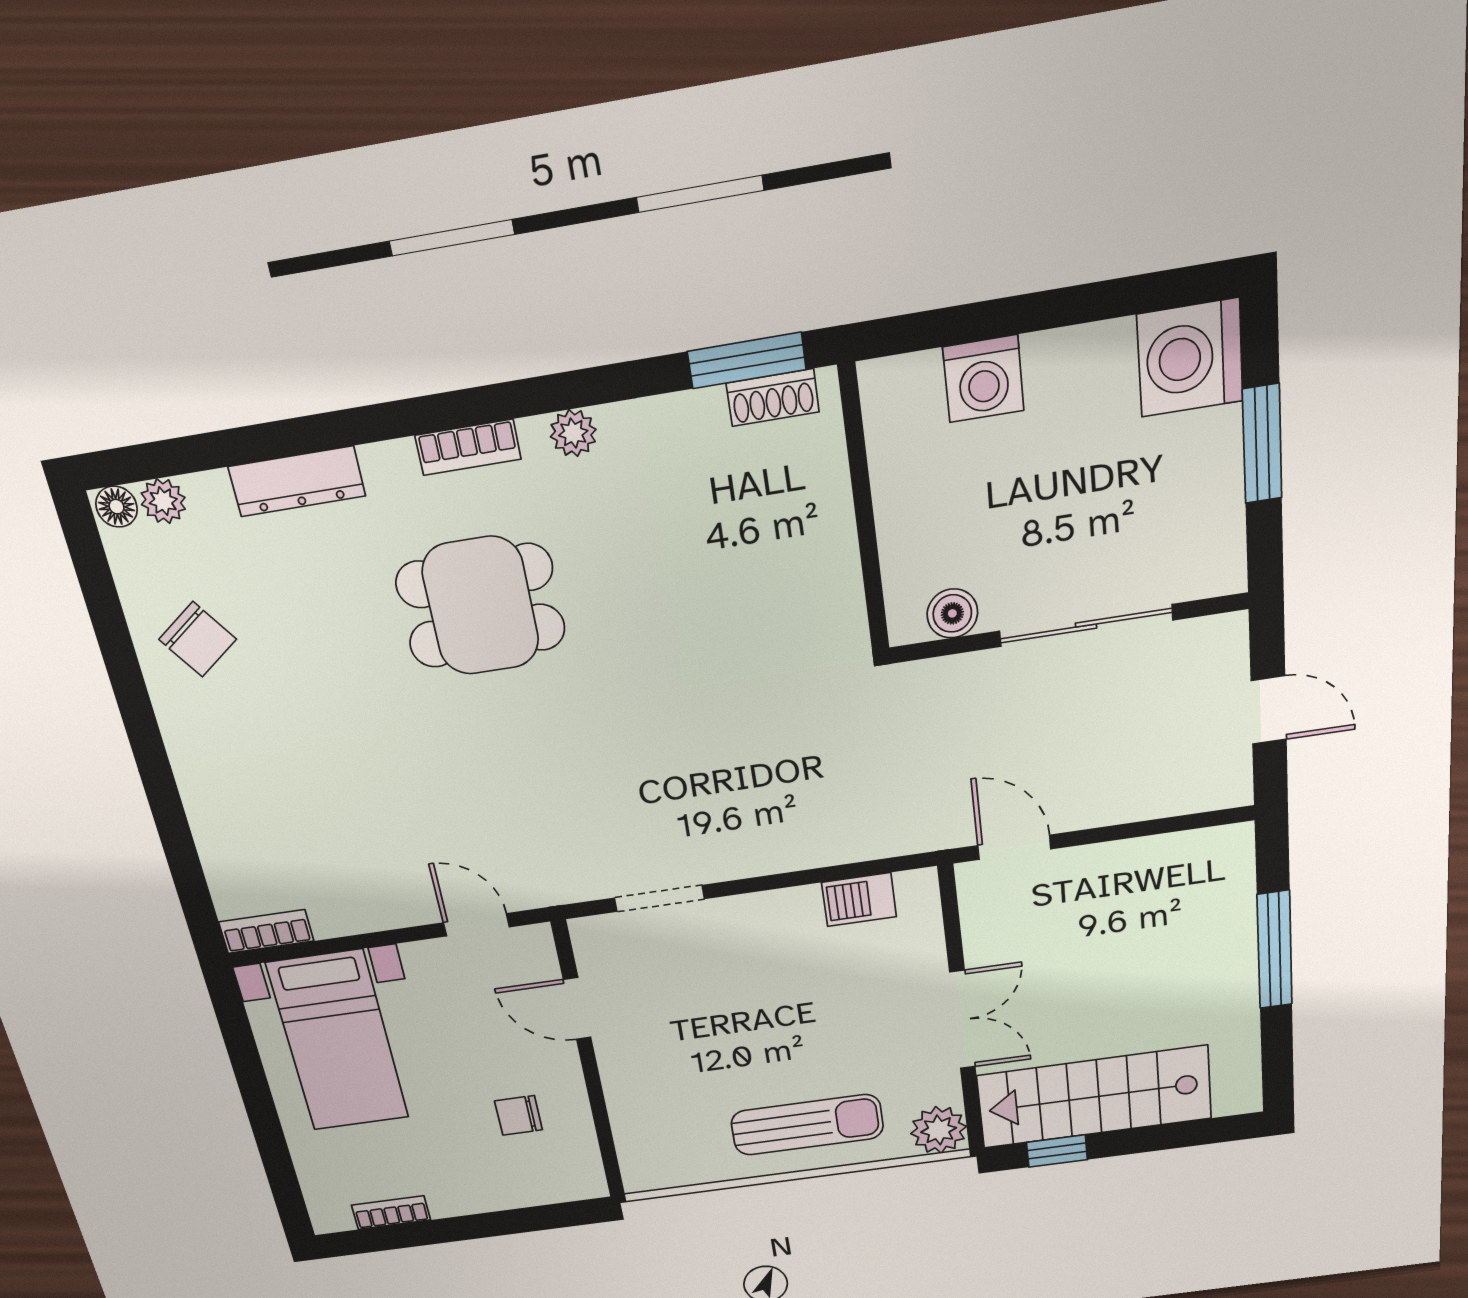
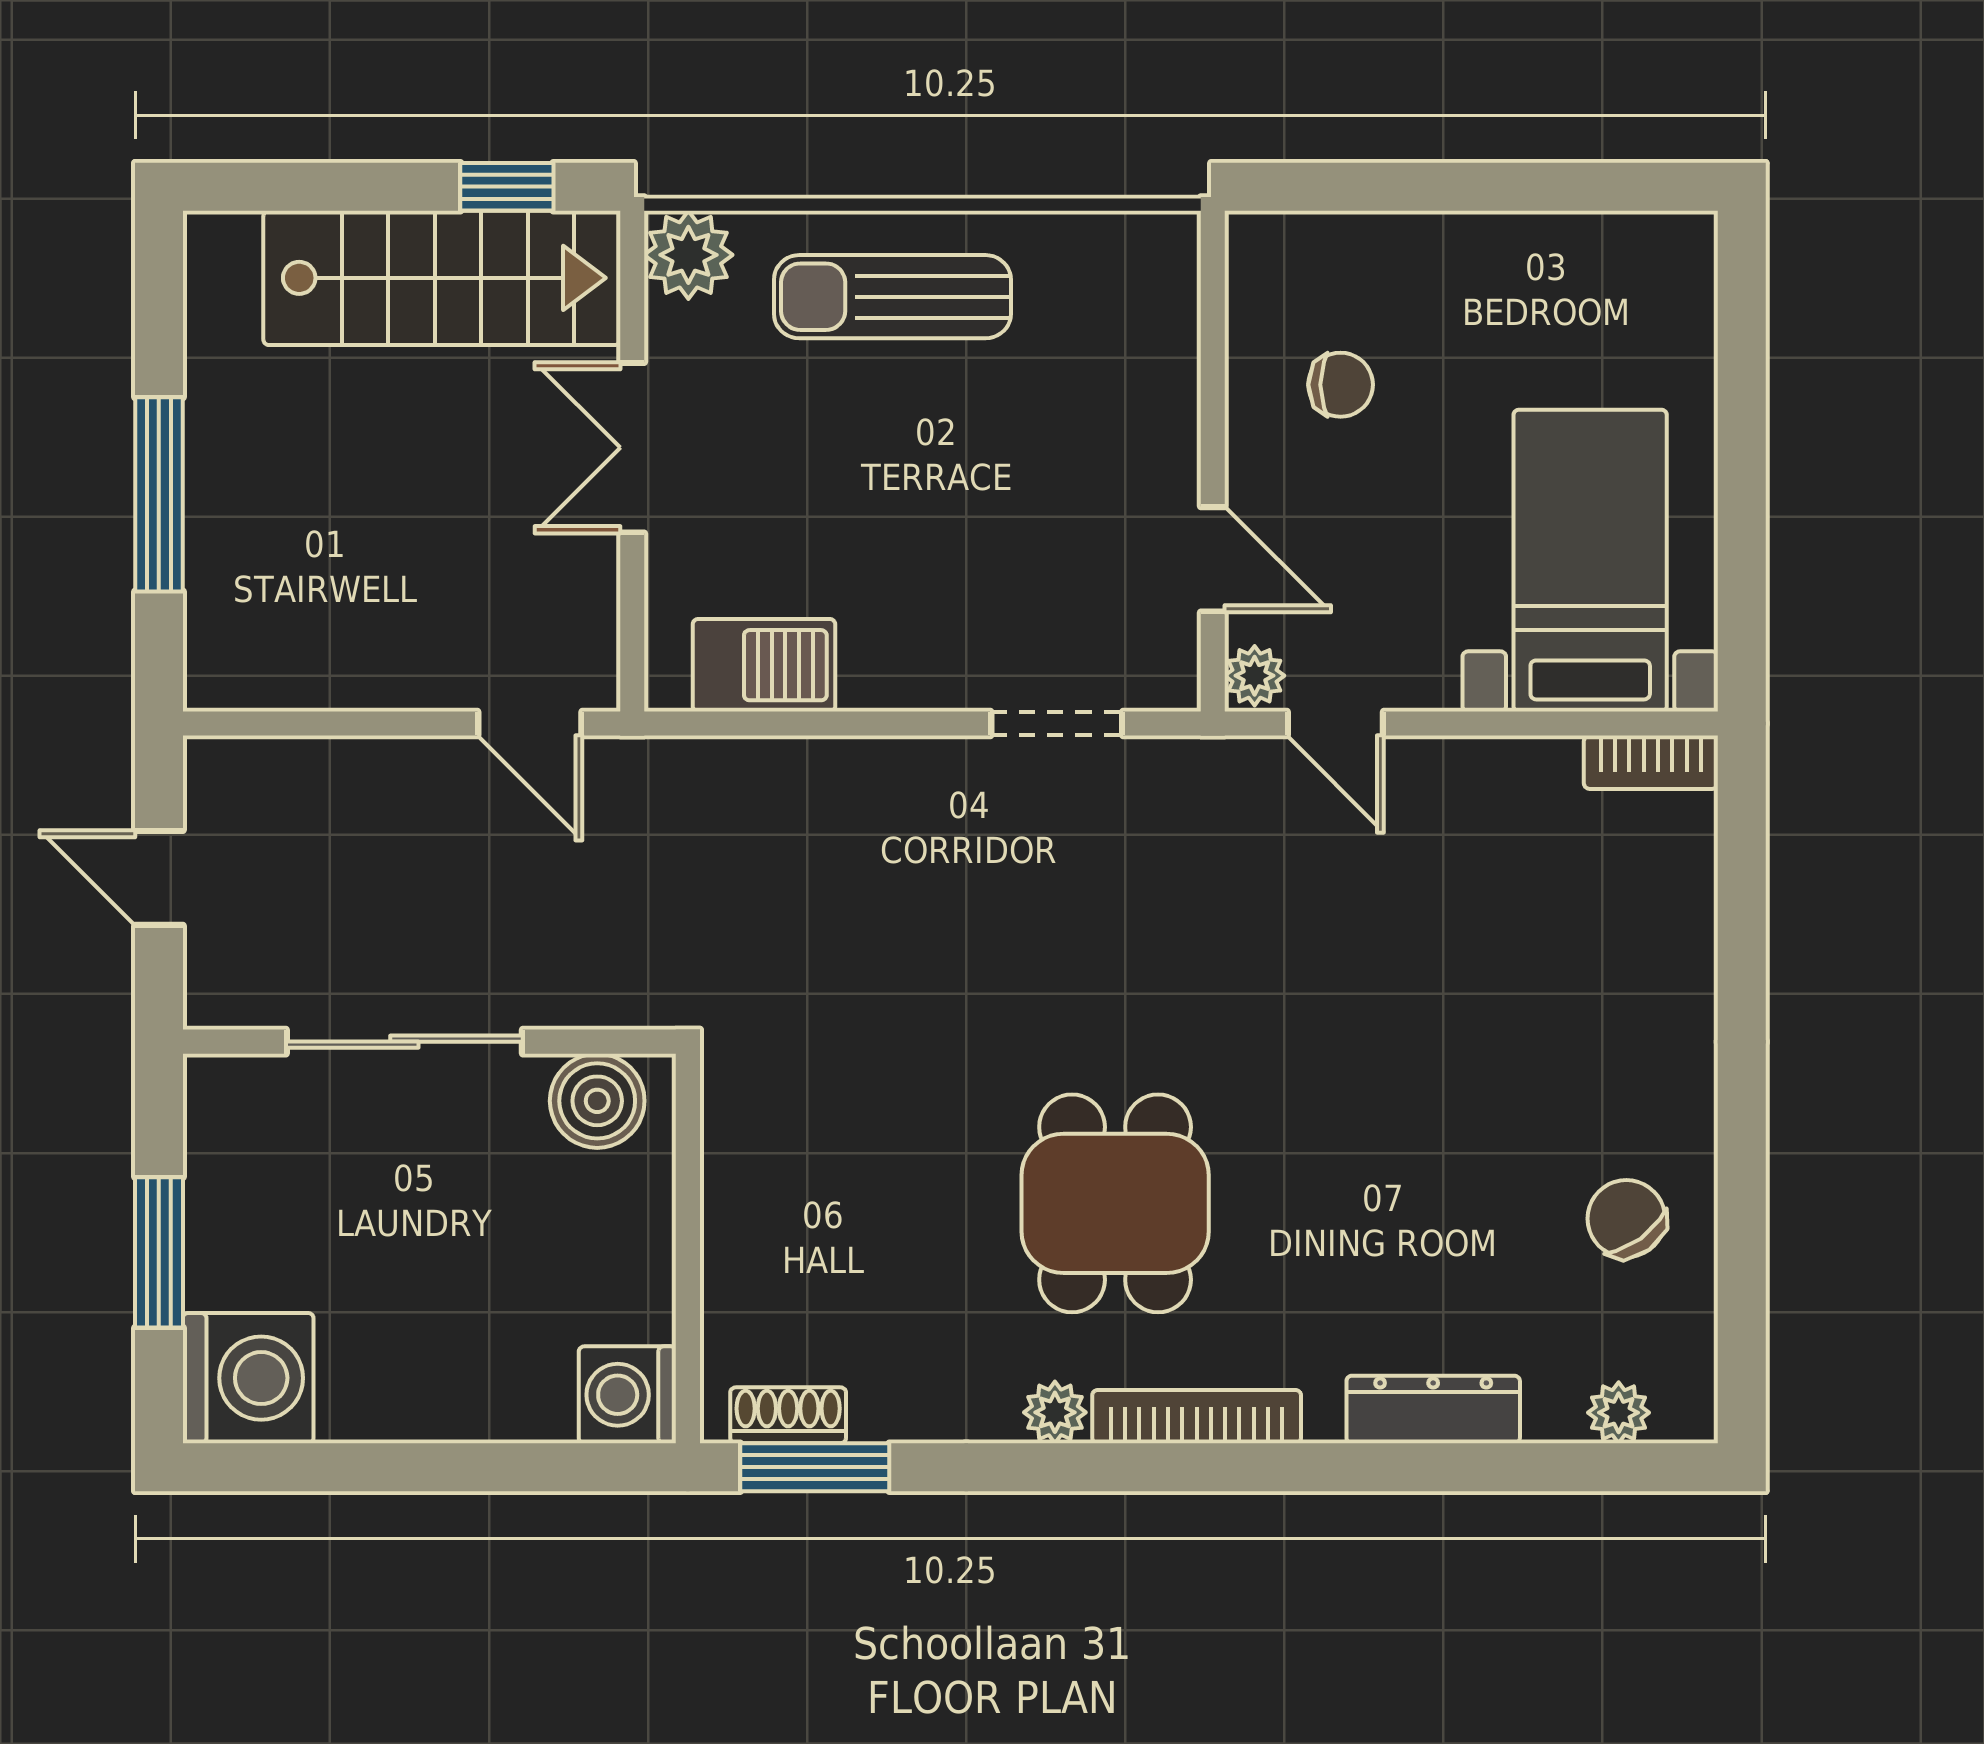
washing machine: (983, 379) -> (627, 1395), moved, turned -90
bookcase: (468, 447) -> (1197, 1417), width x1.56
floor lamp: (117, 507) -> (1683, 1416), removed
dining table: (481, 606) -> (1115, 1203), moved, turned 90
boiler: (952, 613) -> (597, 1101), width x1.36, depth x1.36
barbecue: (859, 900) -> (764, 665), width x1.38, depth x1.27
plant: (535, 945) -> (1255, 676), added
bookcase: (391, 1213) -> (1584, 235), removed

